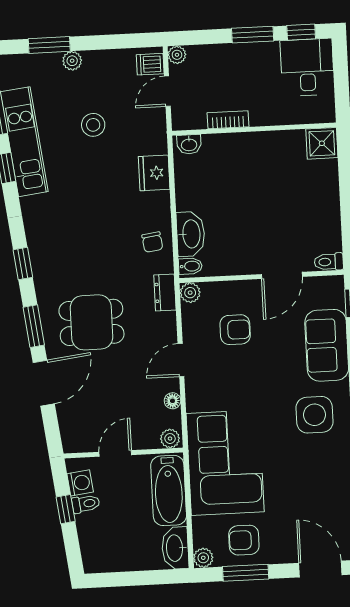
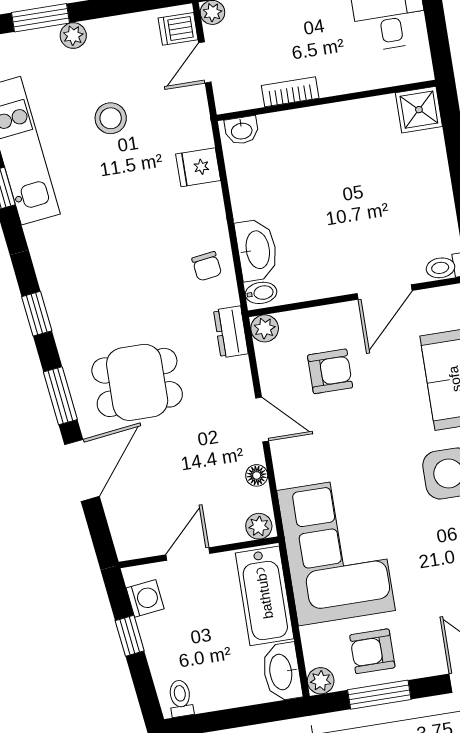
fridge: (154, 173) -> (198, 167), width x0.72
door: (181, 360) -> (262, 420), swing flipped
toilet: (86, 504) -> (181, 698), moved, turned -83

